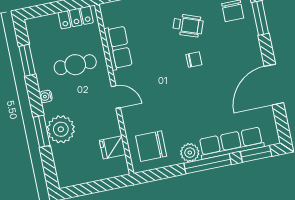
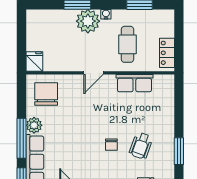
plant: (61, 129) -> (88, 21), moved
fridge: (113, 147) -> (34, 61), moved

